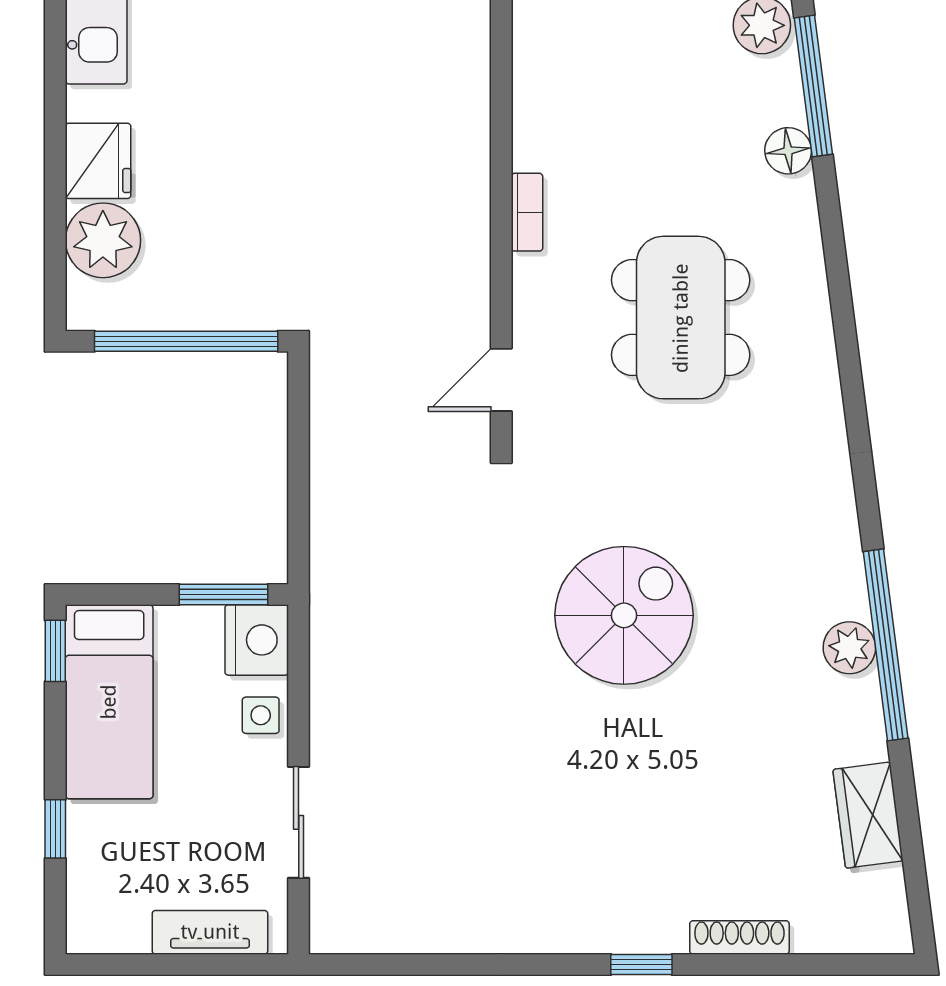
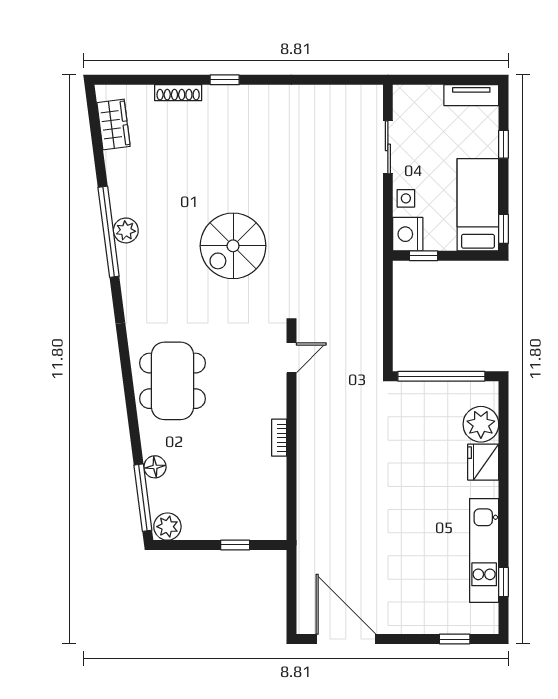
dining table: (681, 318) -> (173, 381), moved
window: (224, 595) -> (424, 256), width x0.67
wardrobe: (868, 815) -> (114, 124), moved
tv unit: (210, 932) -> (471, 95), moved

